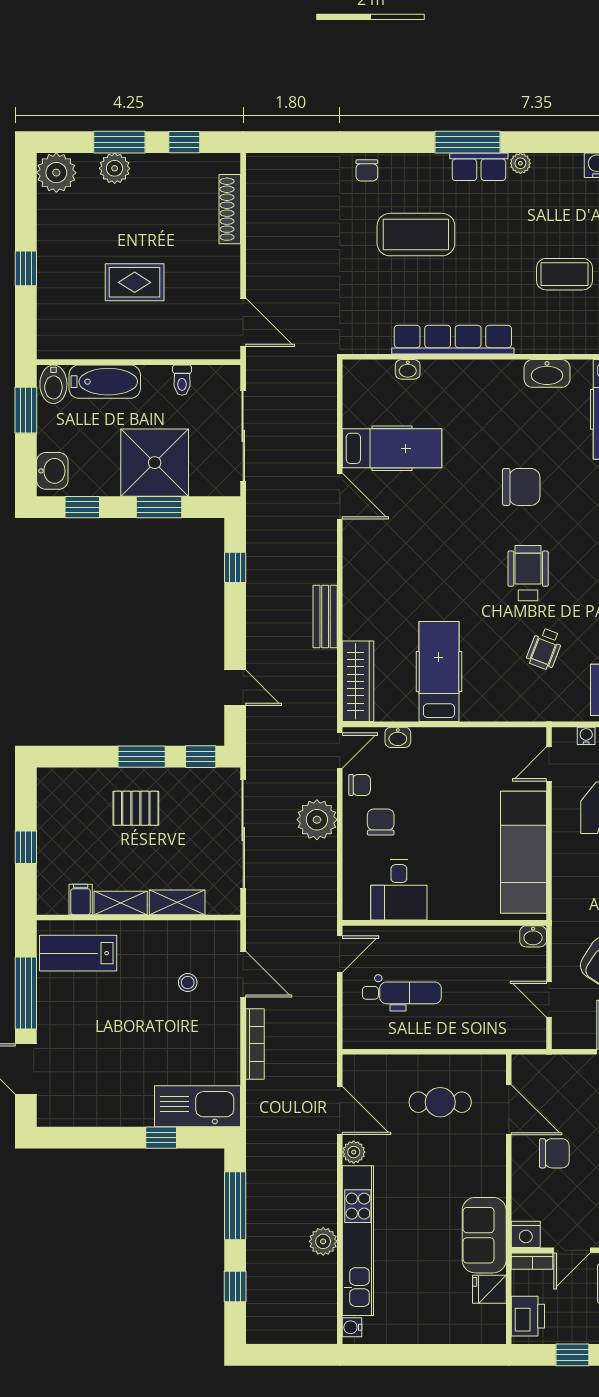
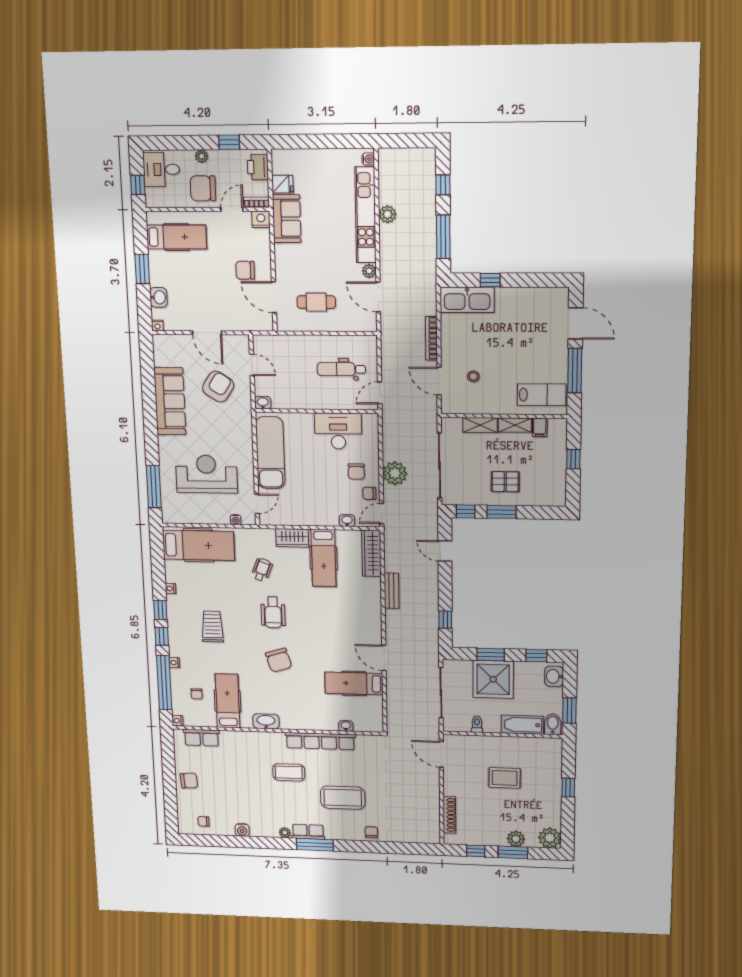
coffee table: (564, 274) -> (289, 772), moved
chair: (521, 487) -> (279, 660), turned -107
wardrobe: (491, 706) -> (292, 538), added
desk: (399, 890) -> (338, 431), width x1.37

